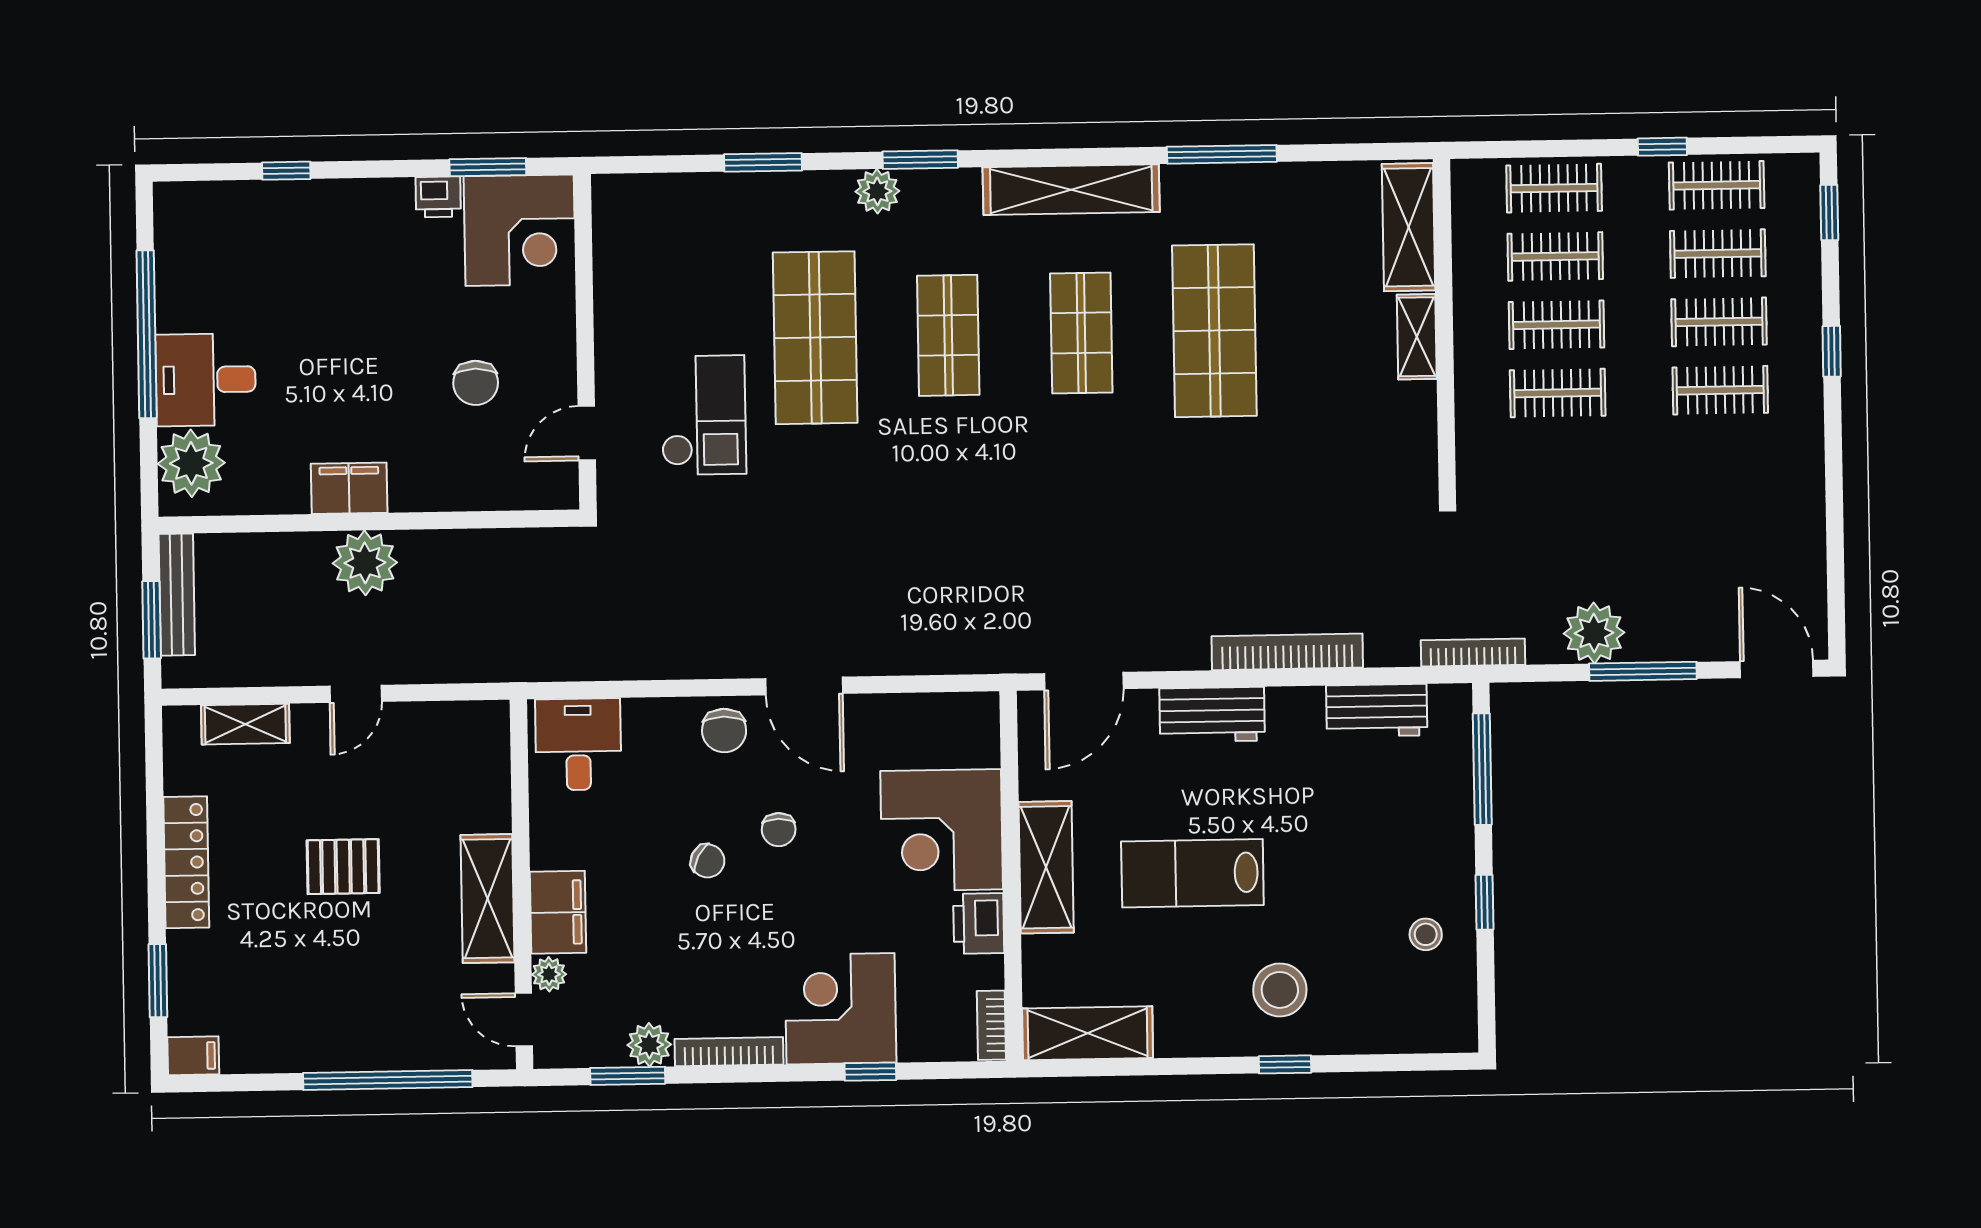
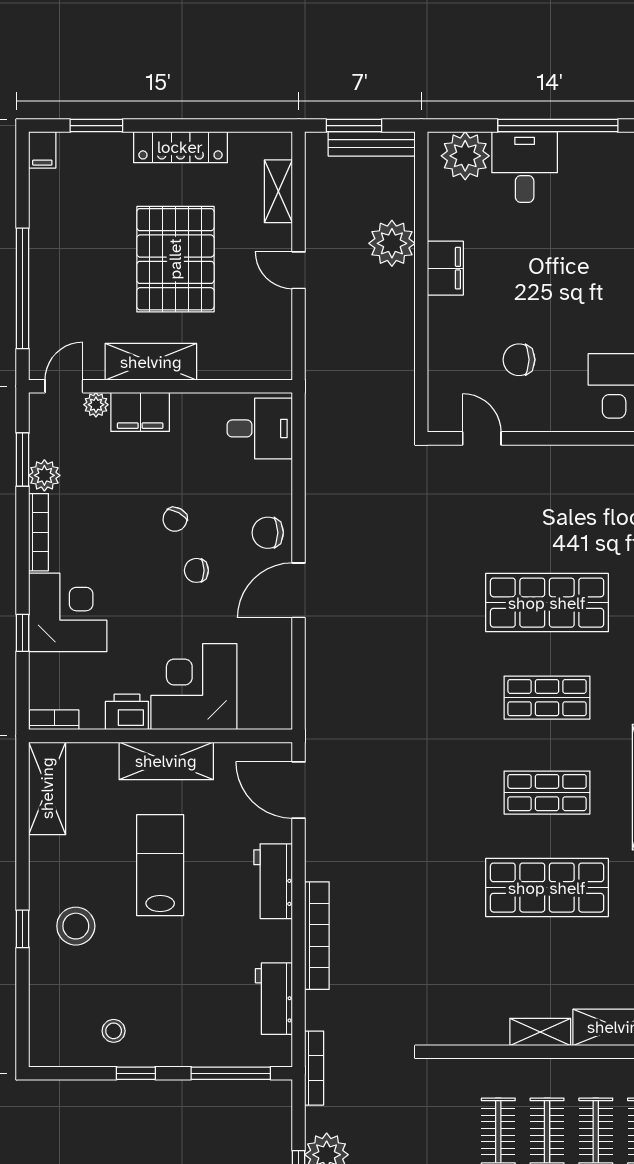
checkout: (703, 415) -> (493, 522), removed
plant: (365, 563) -> (392, 243), moved
pallet: (343, 867) -> (175, 259), width x2.05, depth x2.00

